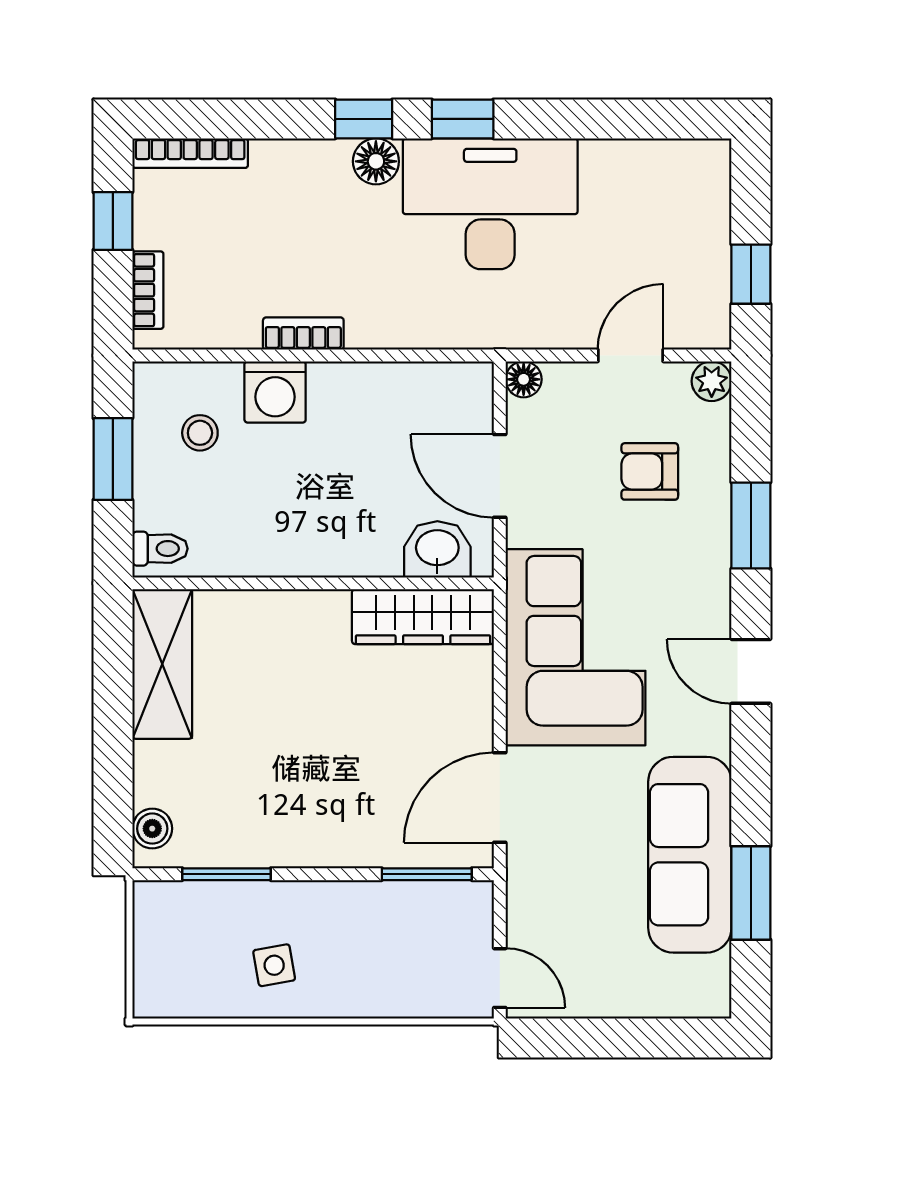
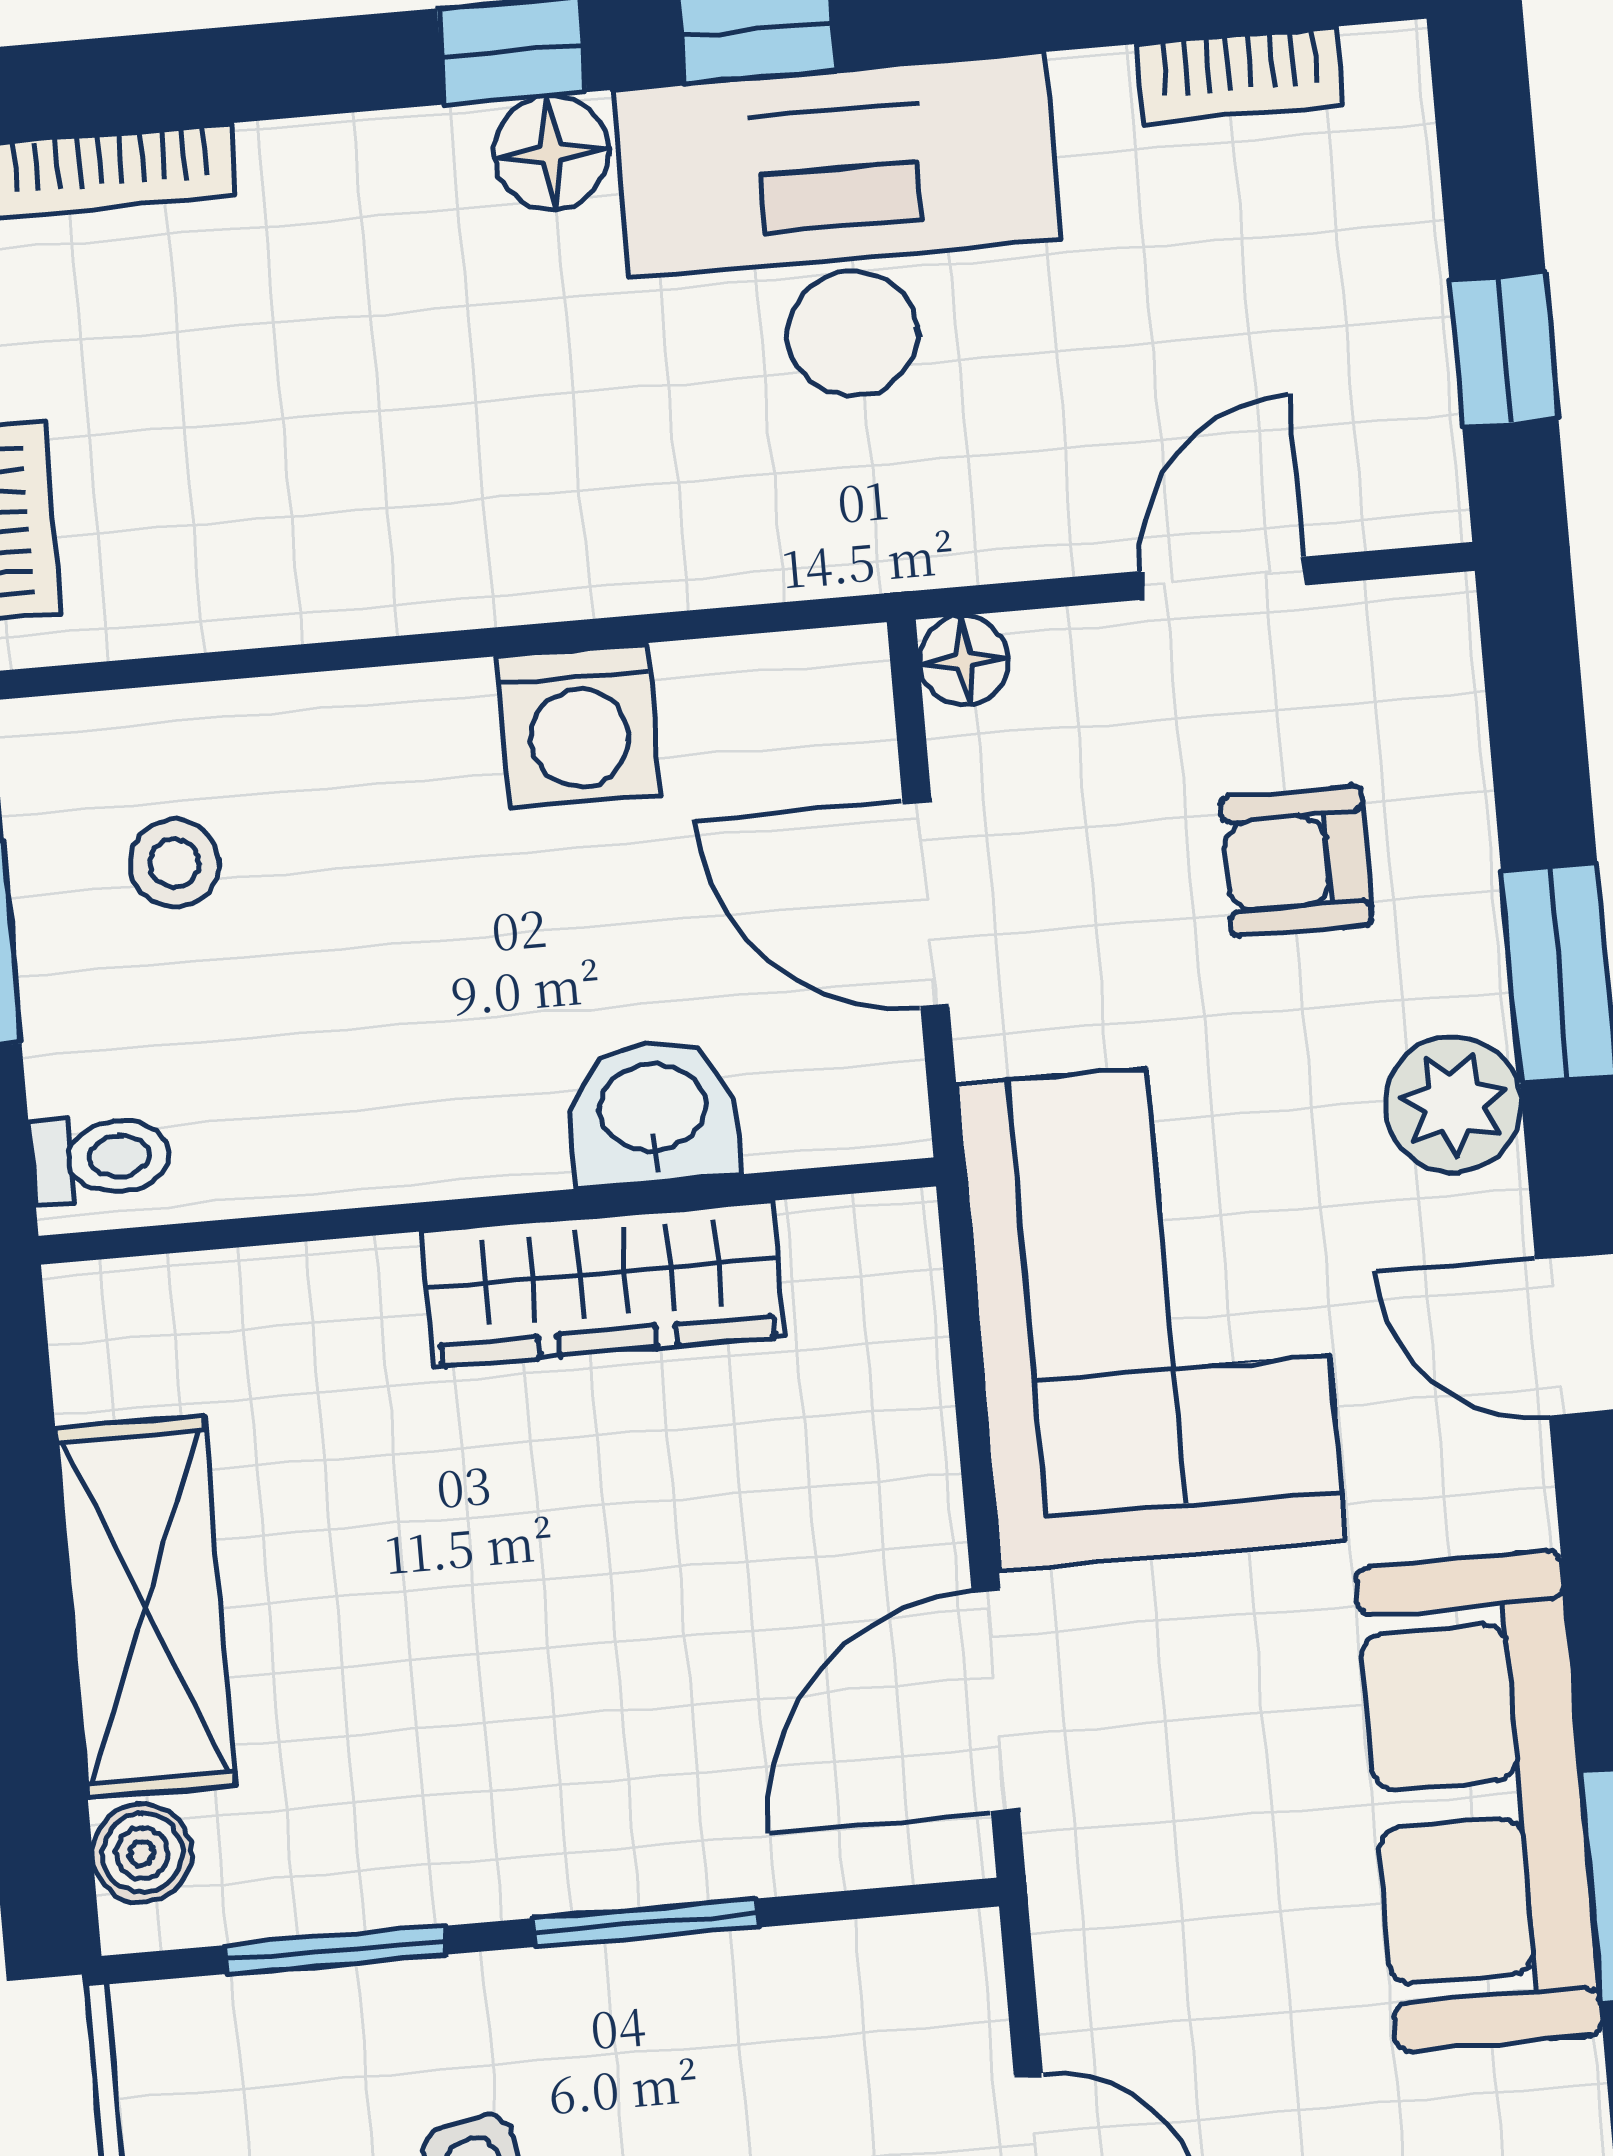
bookcase: (303, 334) -> (1240, 75), moved, turned 180
plant: (712, 381) -> (1453, 1104), moved, width x1.38, depth x1.38
washing machine: (275, 392) -> (579, 726), moved
washbasin: (437, 549) -> (653, 1112), moved
wardrobe: (423, 617) -> (603, 1284), moved
shelving: (162, 664) -> (145, 1607), moved
window: (427, 874) -> (645, 1923), moved

